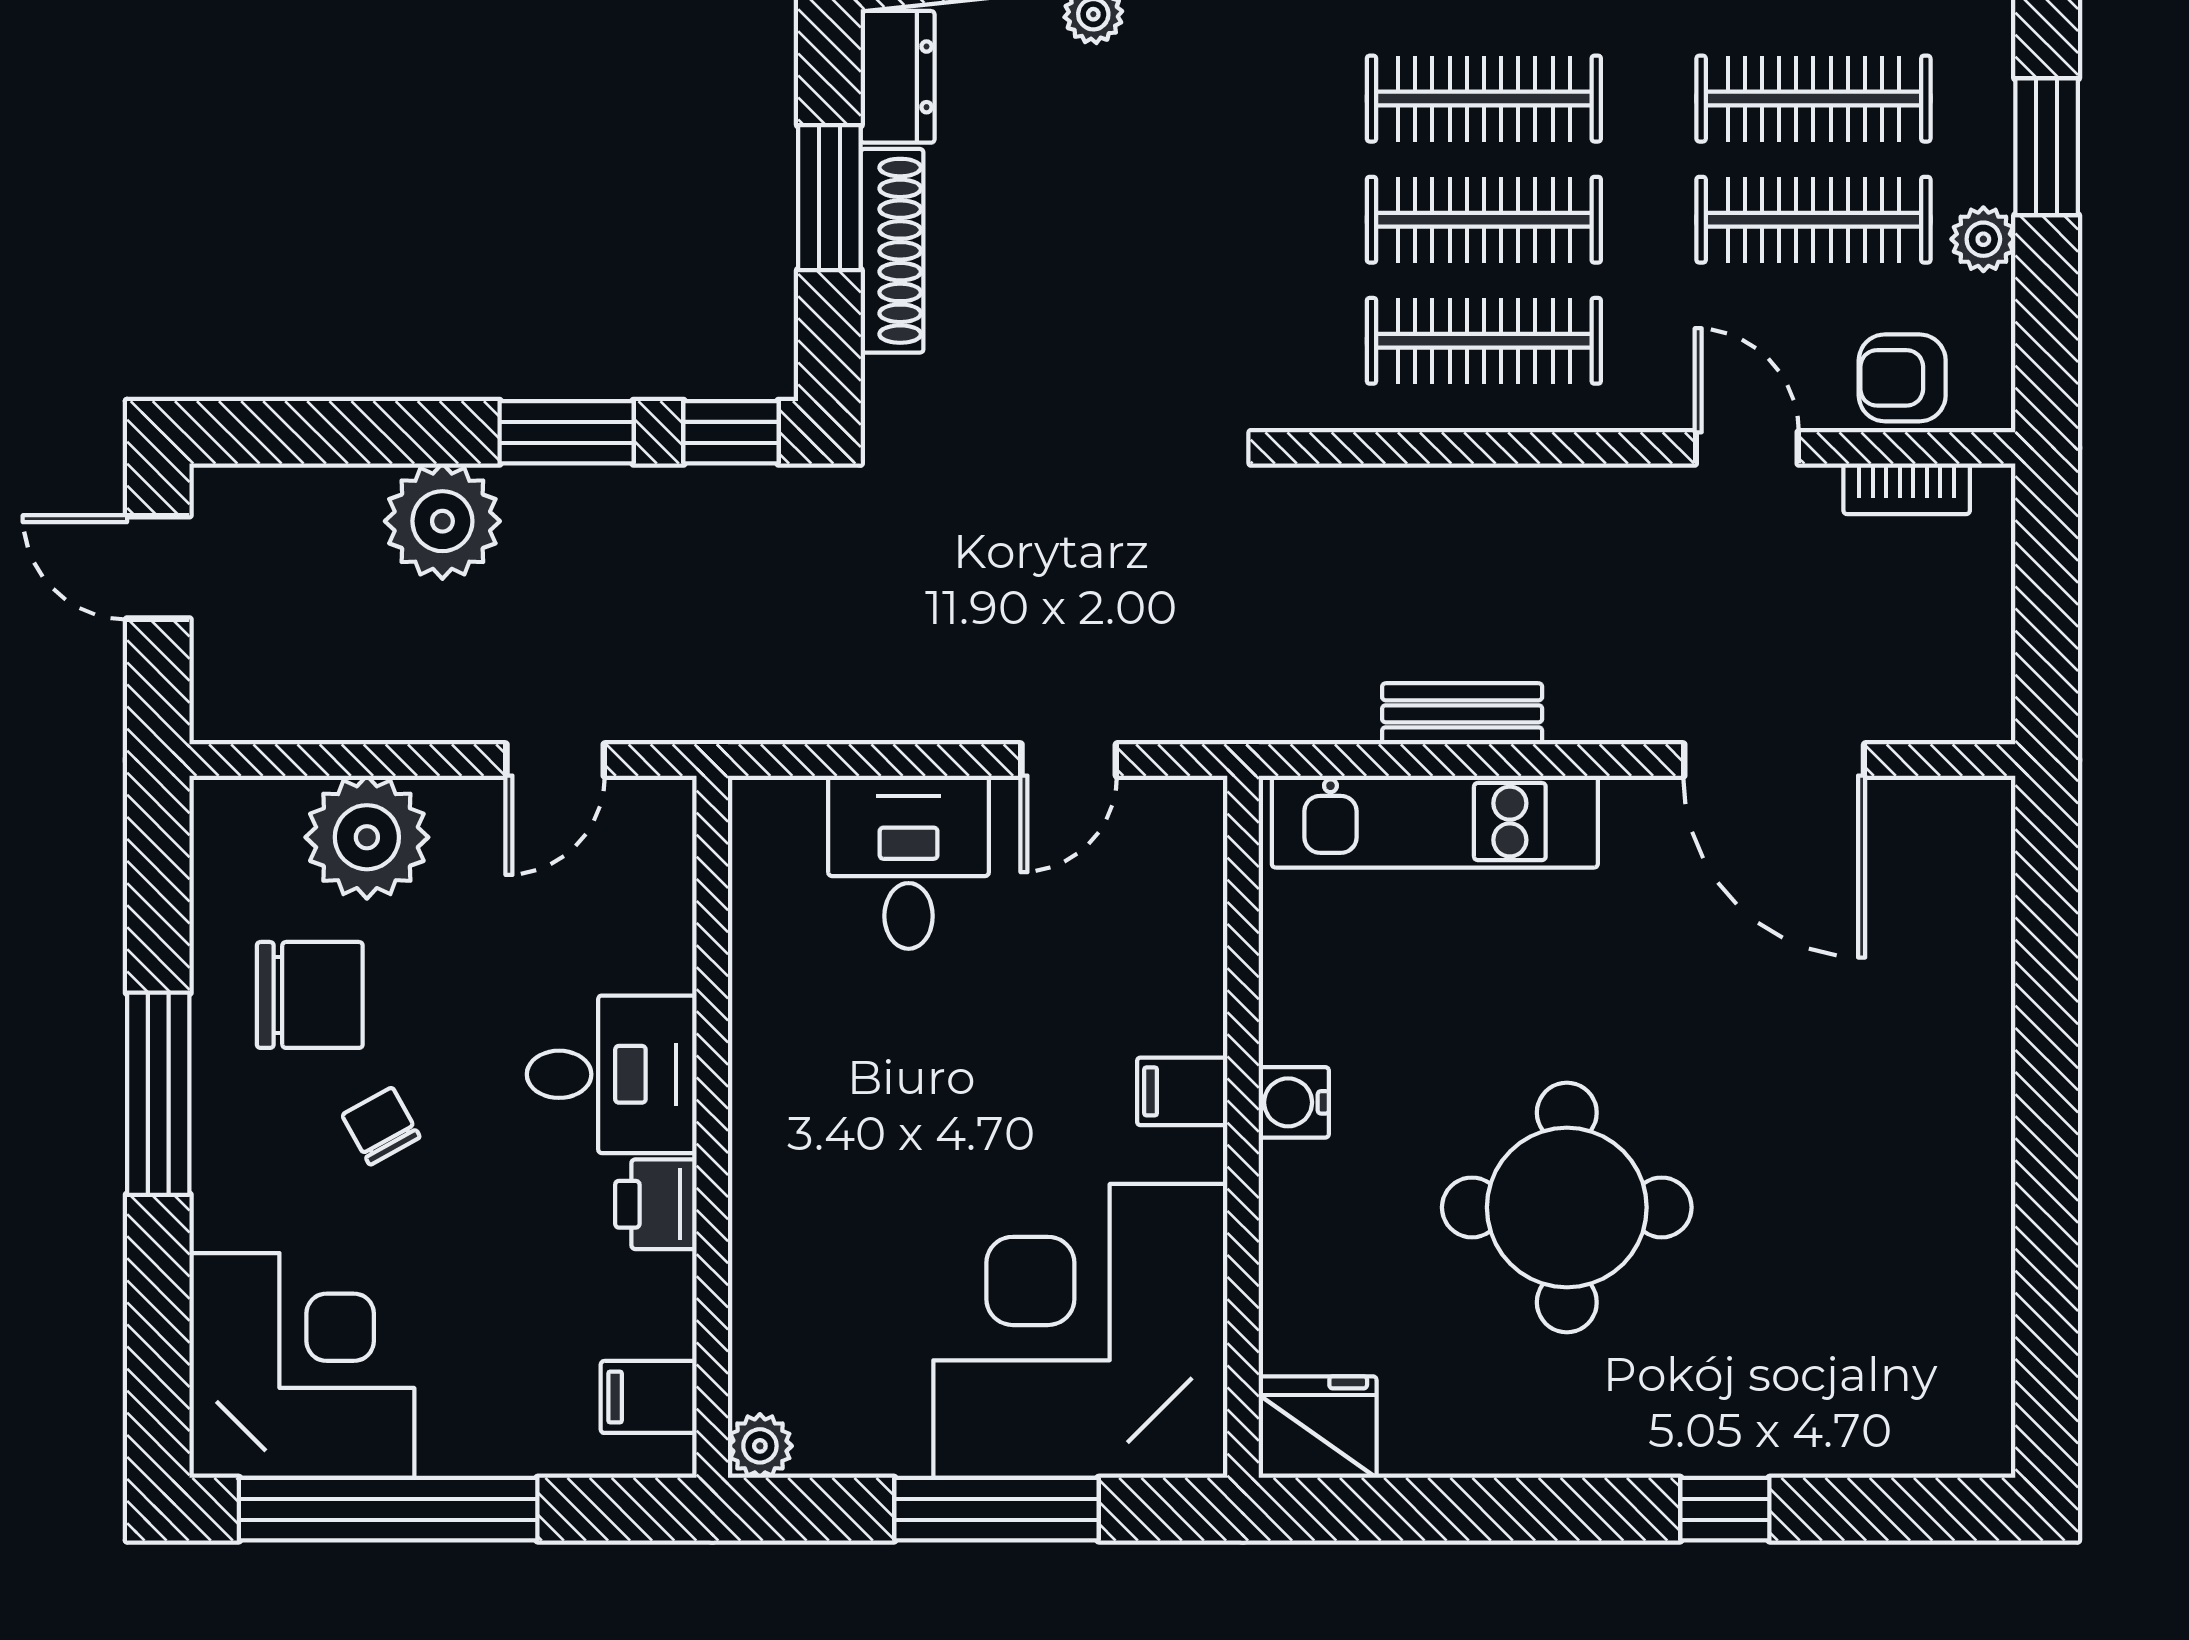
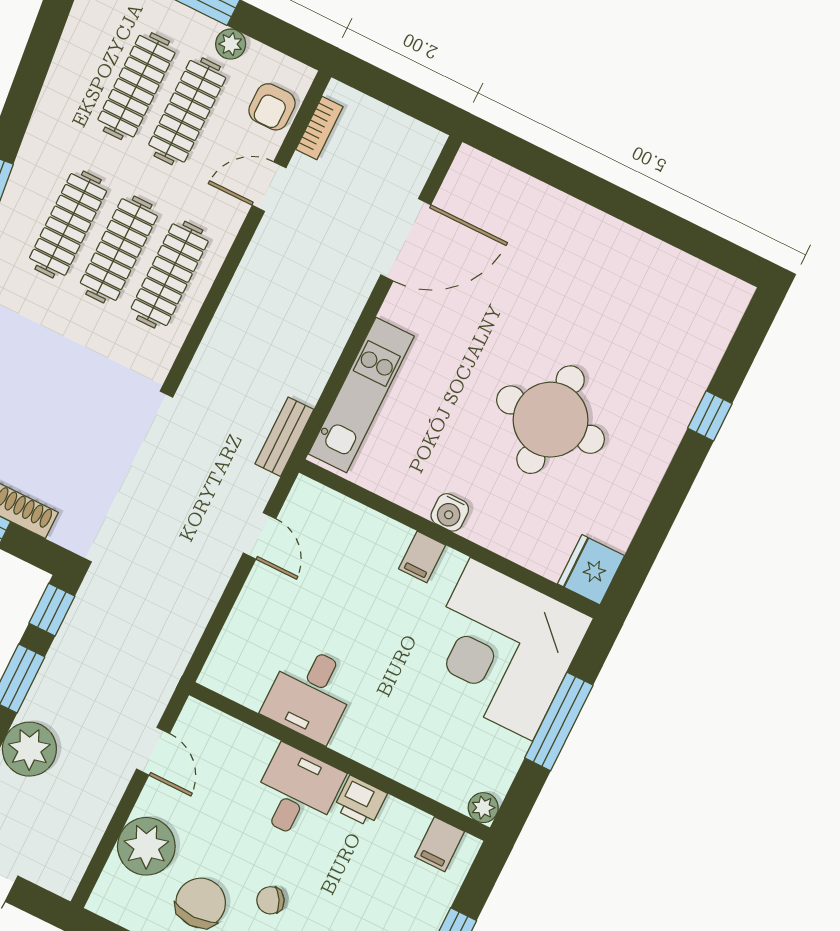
bench: (1462, 714) -> (284, 437), moved
desk: (909, 862) -> (310, 694), moved, turned -90

